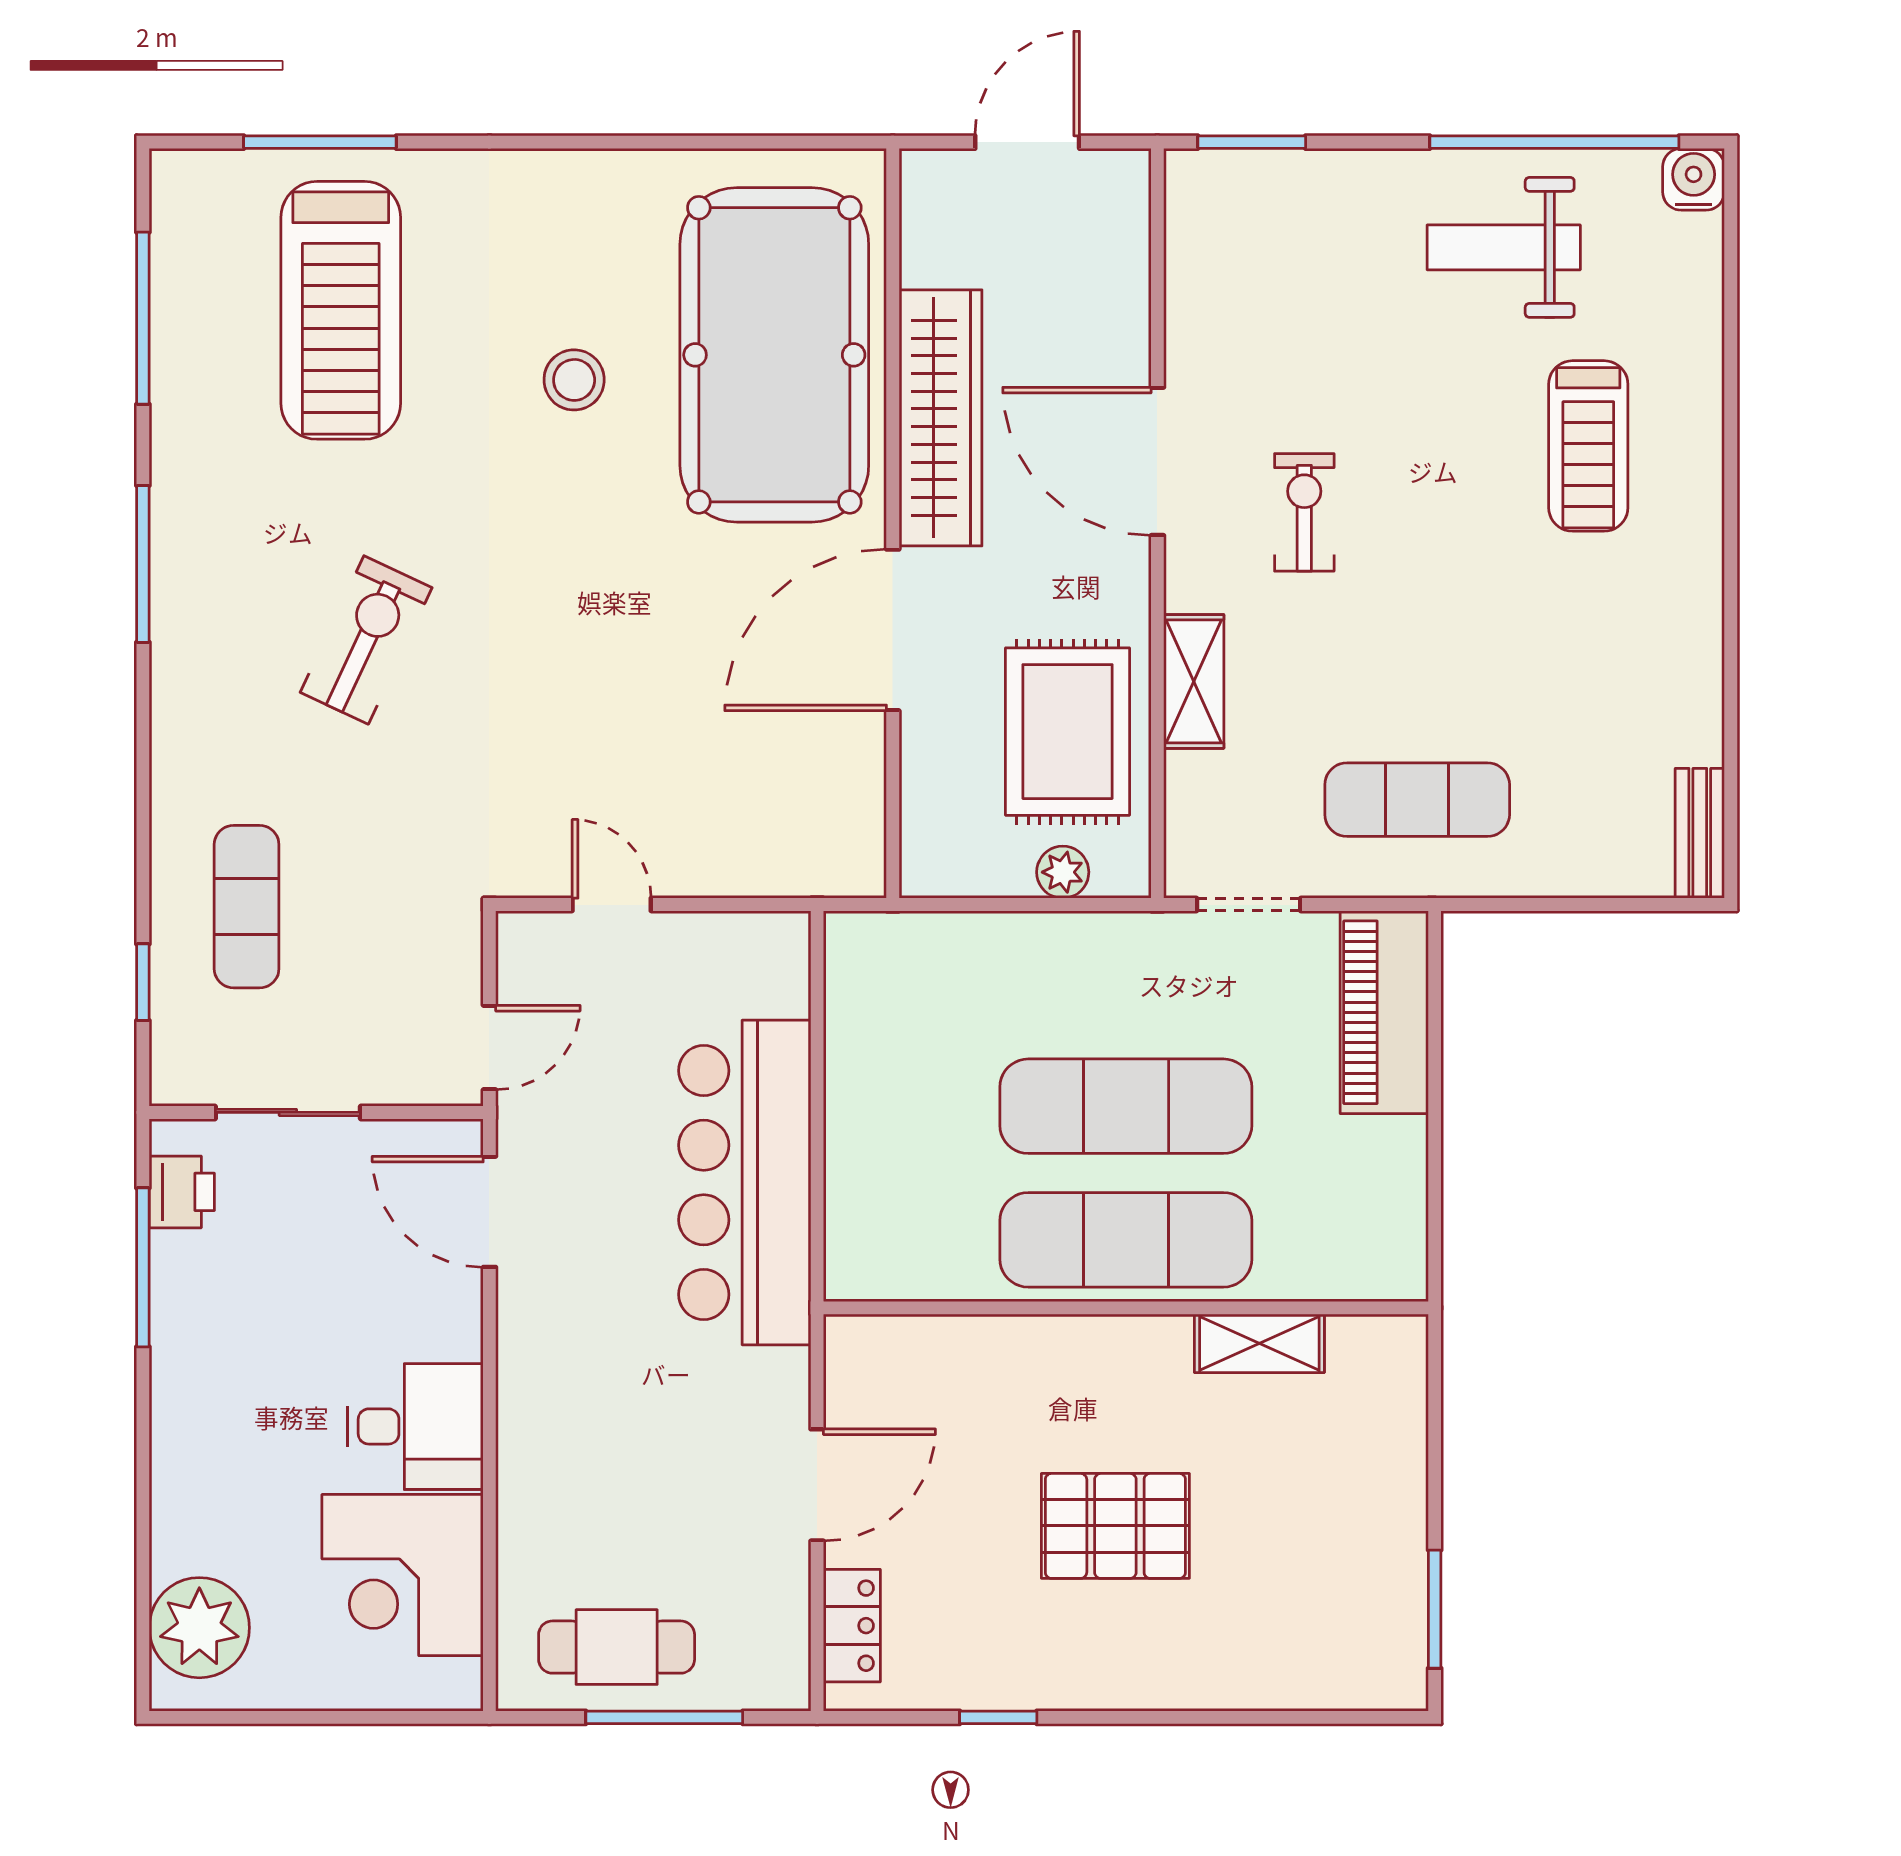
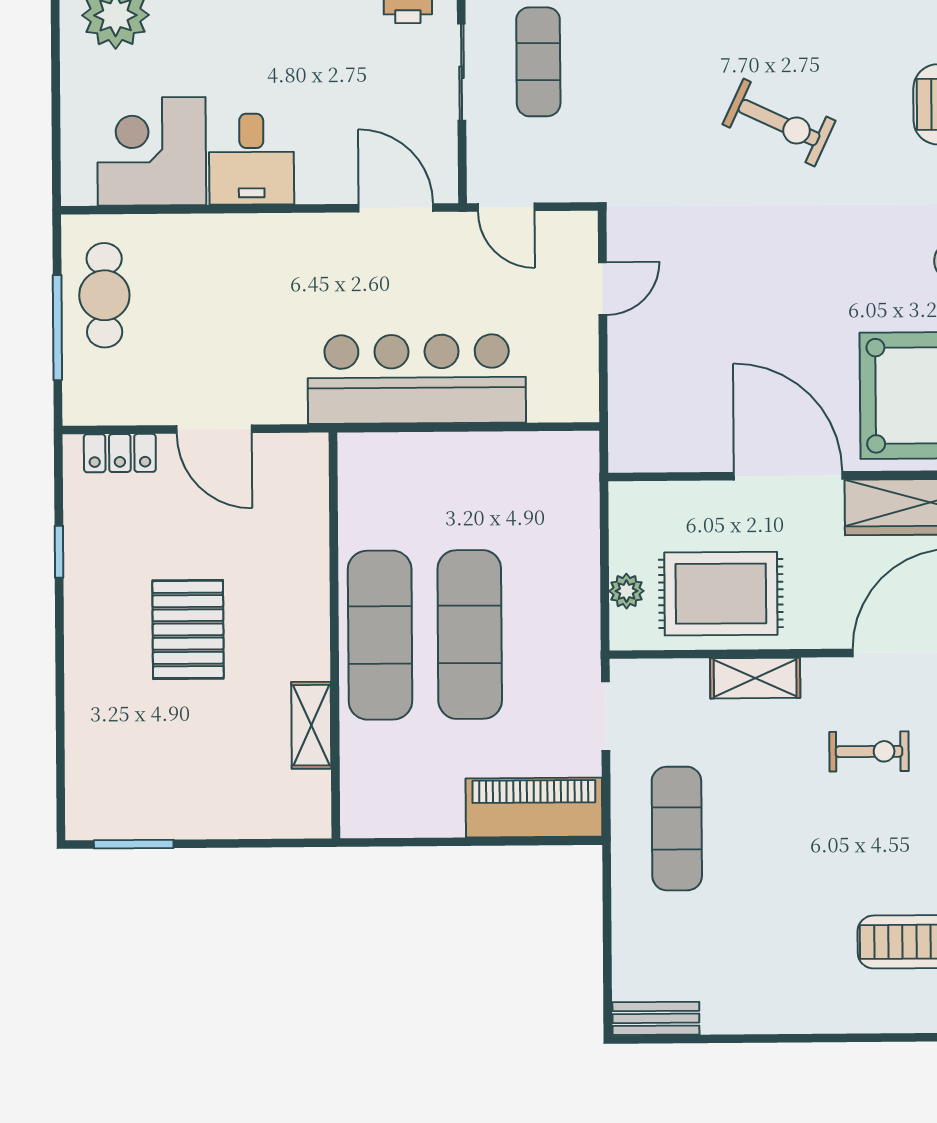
exercise mat: (247, 907) -> (538, 62), moved, turned 90
door: (489, 1212) -> (396, 208), hinge flipped

